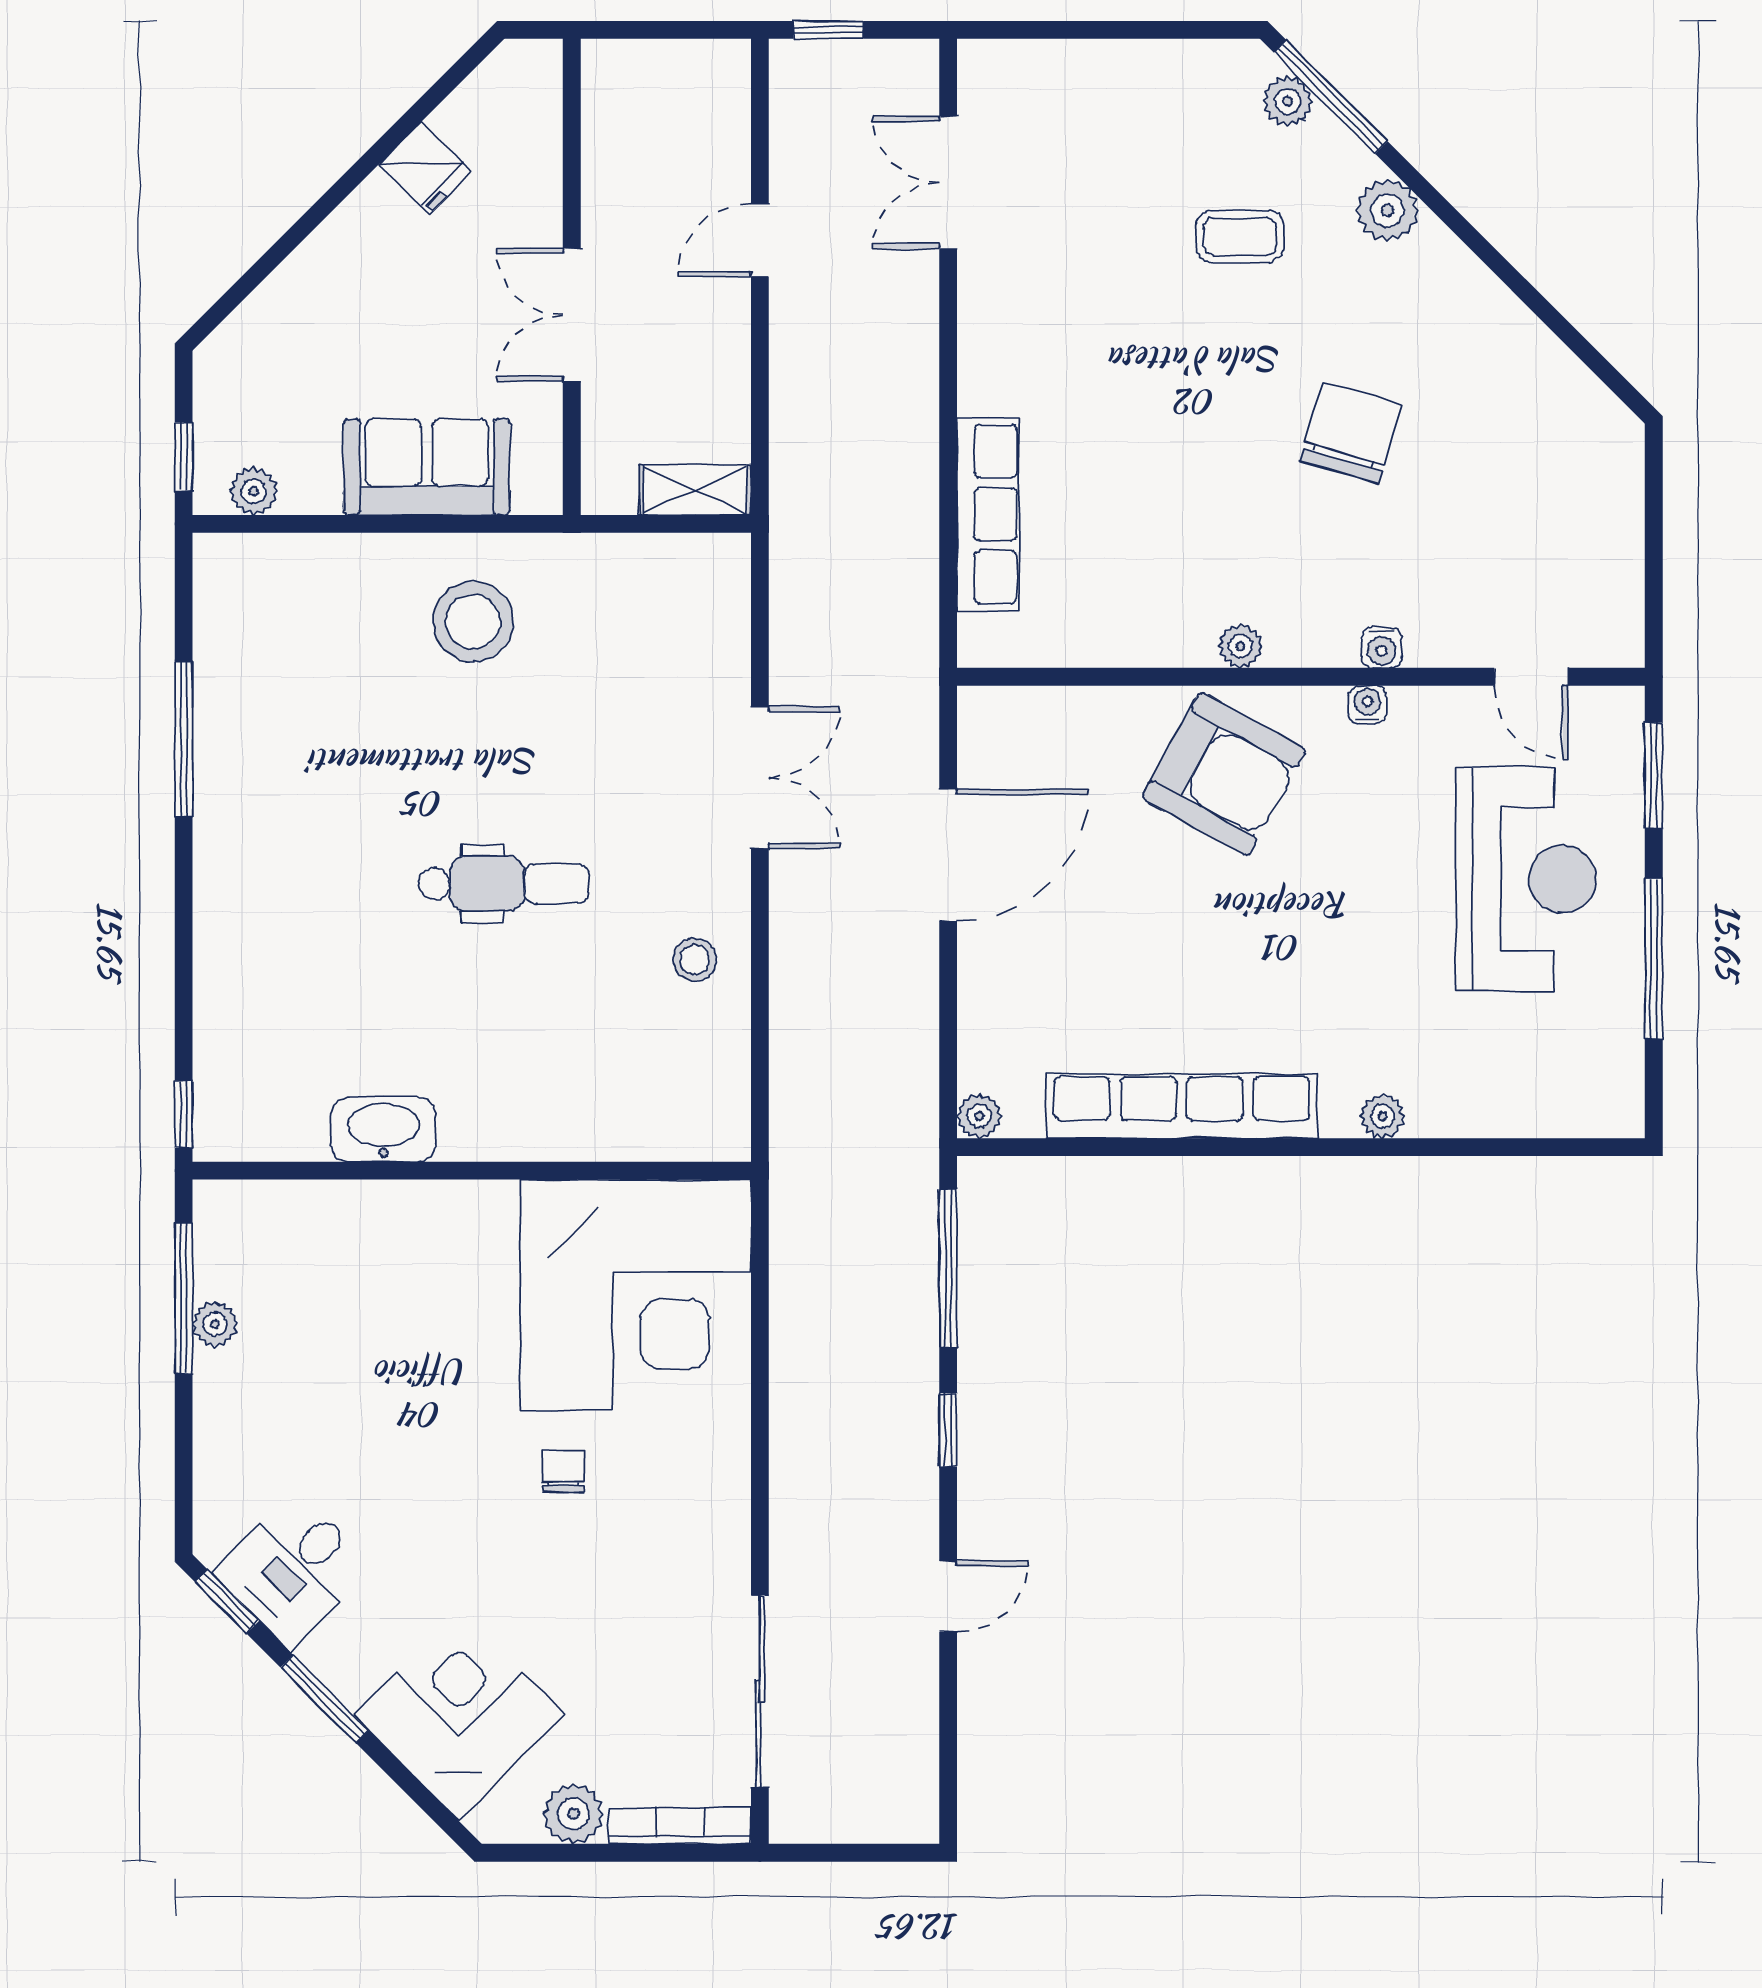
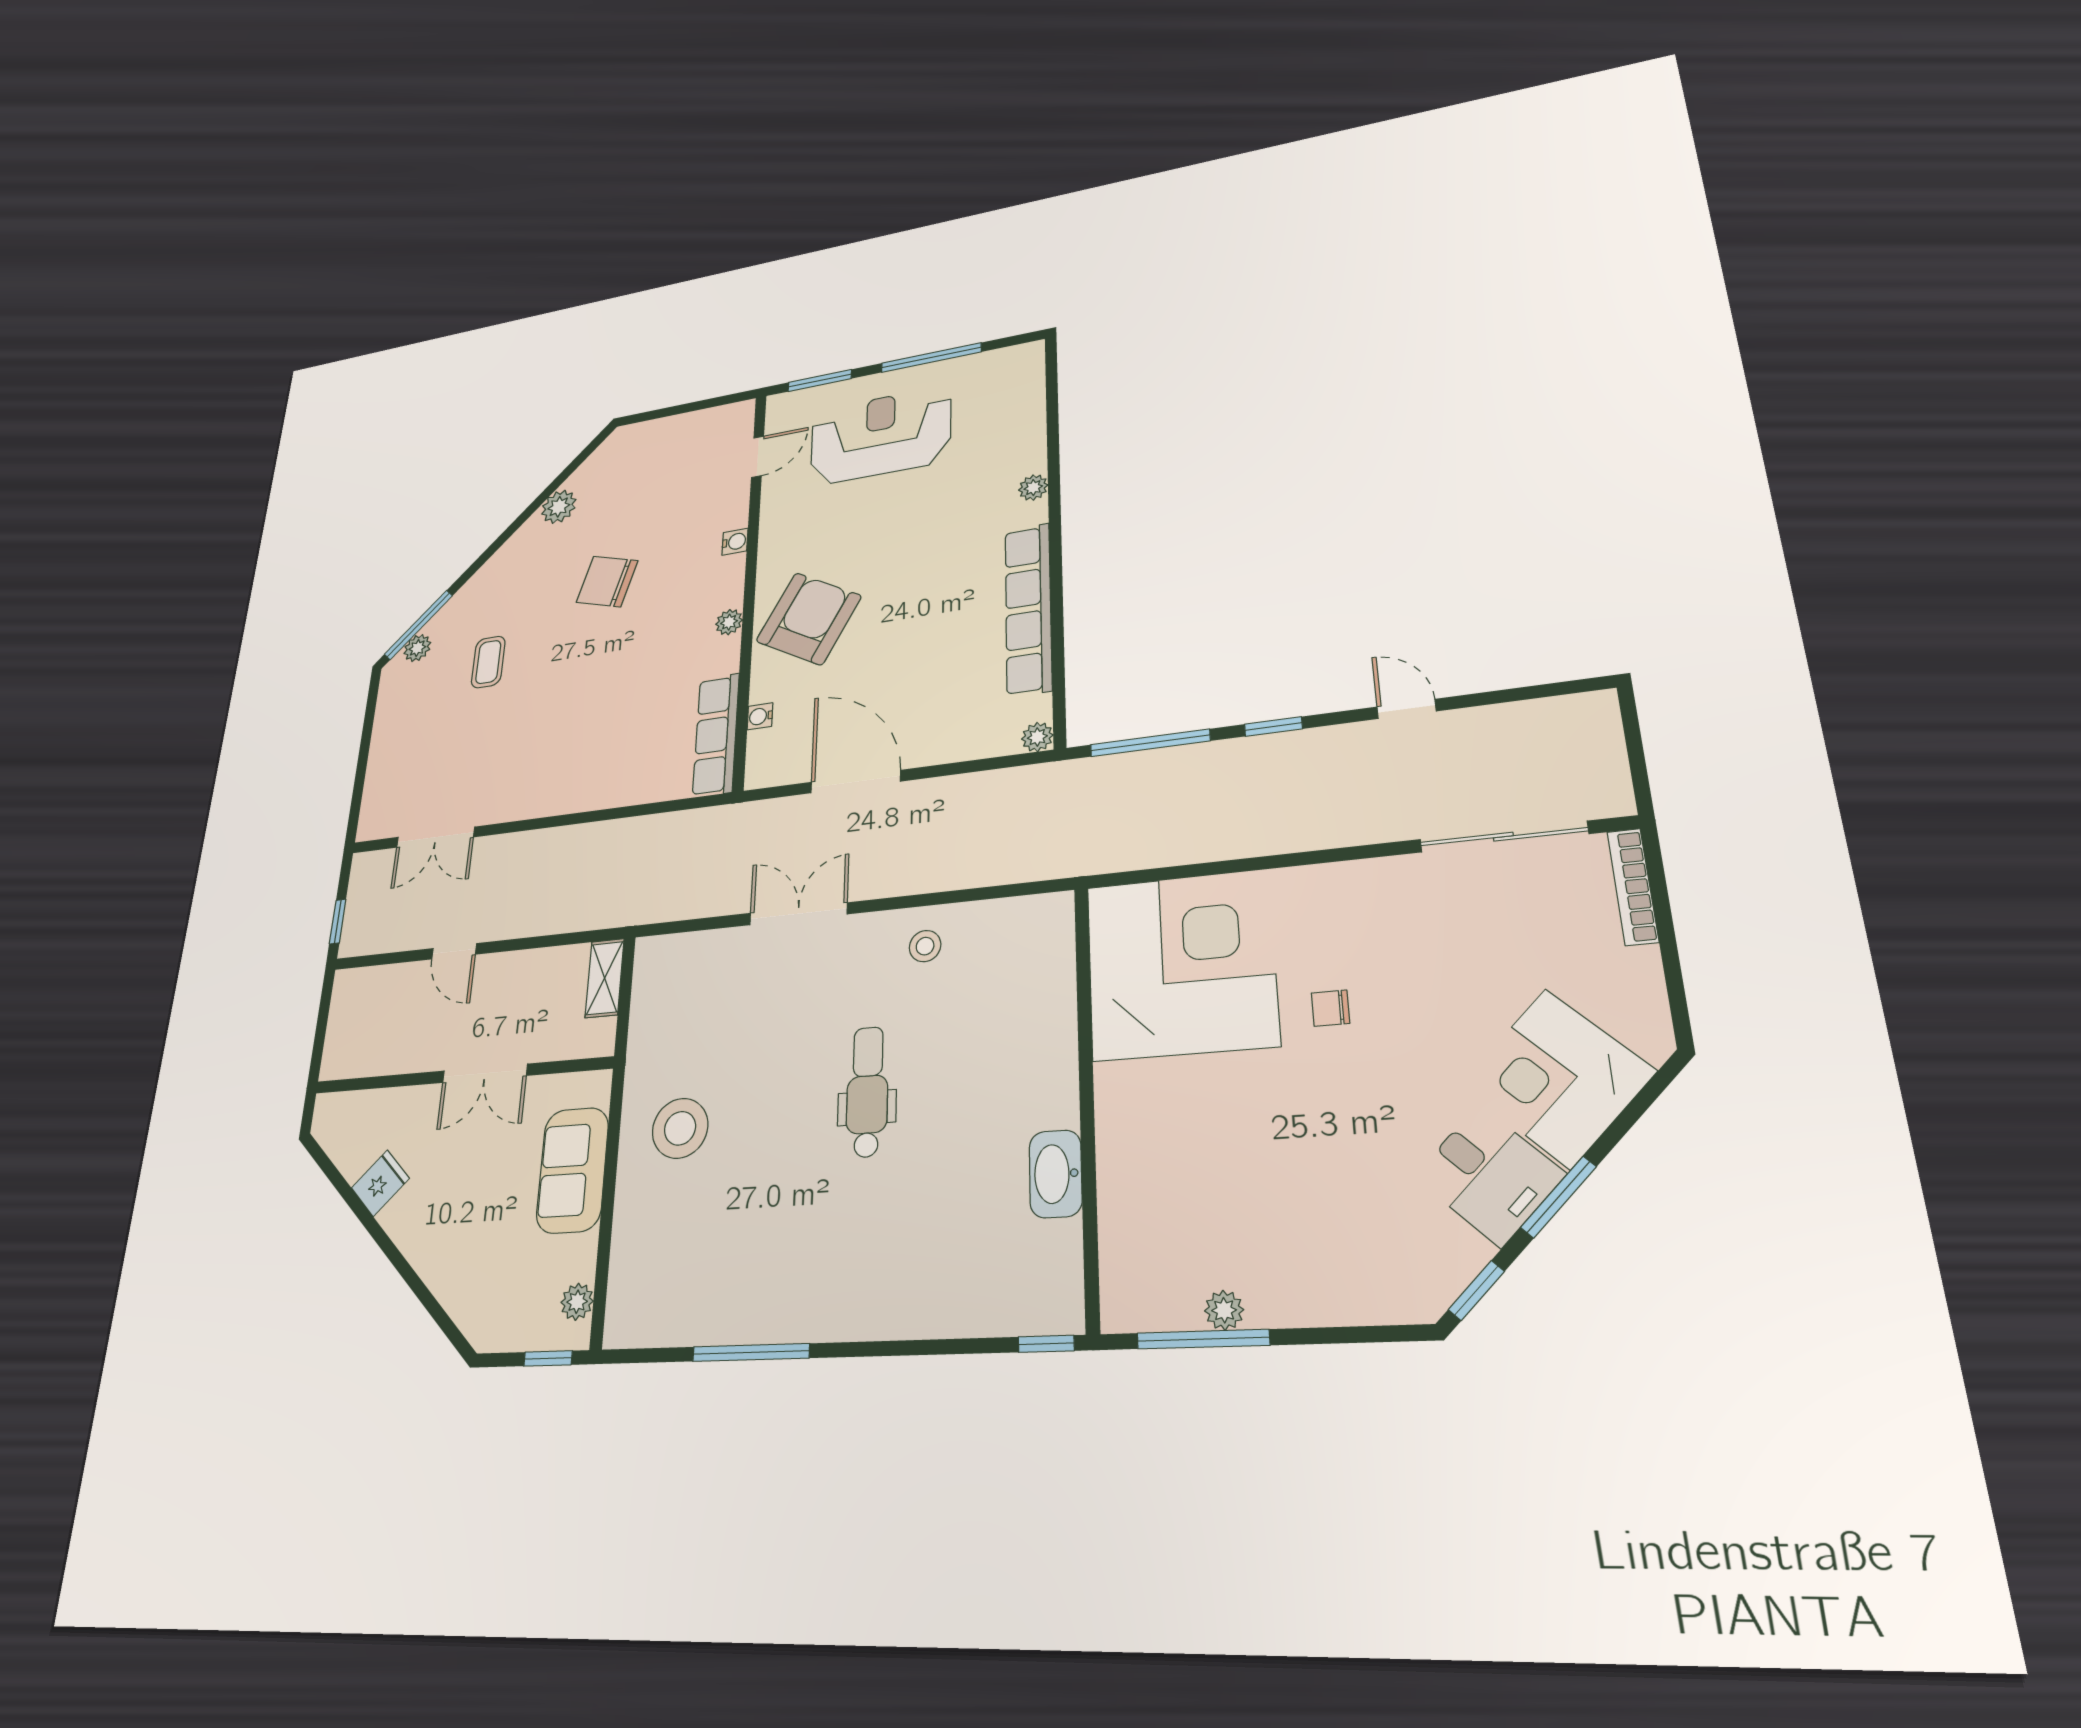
plant: (1387, 210) -> (559, 507), moved
row of seats: (988, 514) -> (716, 735), moved, turned -90
water cooler: (1367, 705) -> (760, 716), moved
desk: (293, 1570) -> (1489, 1175), moved
plant: (573, 1814) -> (1635, 974), removed

